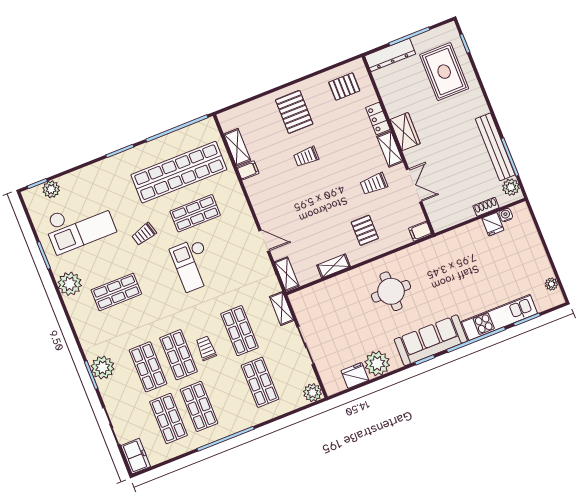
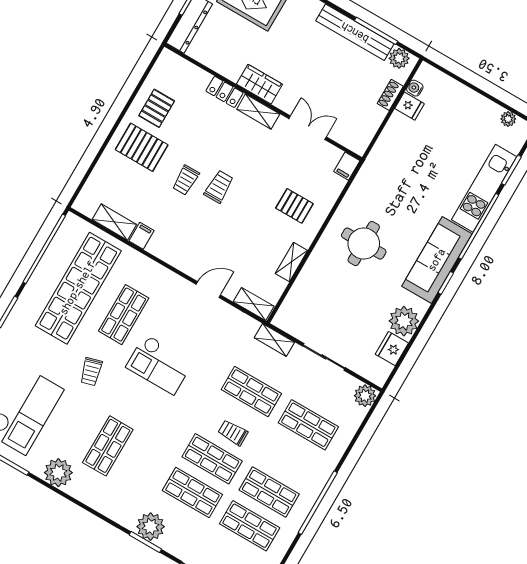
pallet: (344, 87) -> (157, 108), moved
trolley: (374, 184) -> (219, 187), moved, turned 180

